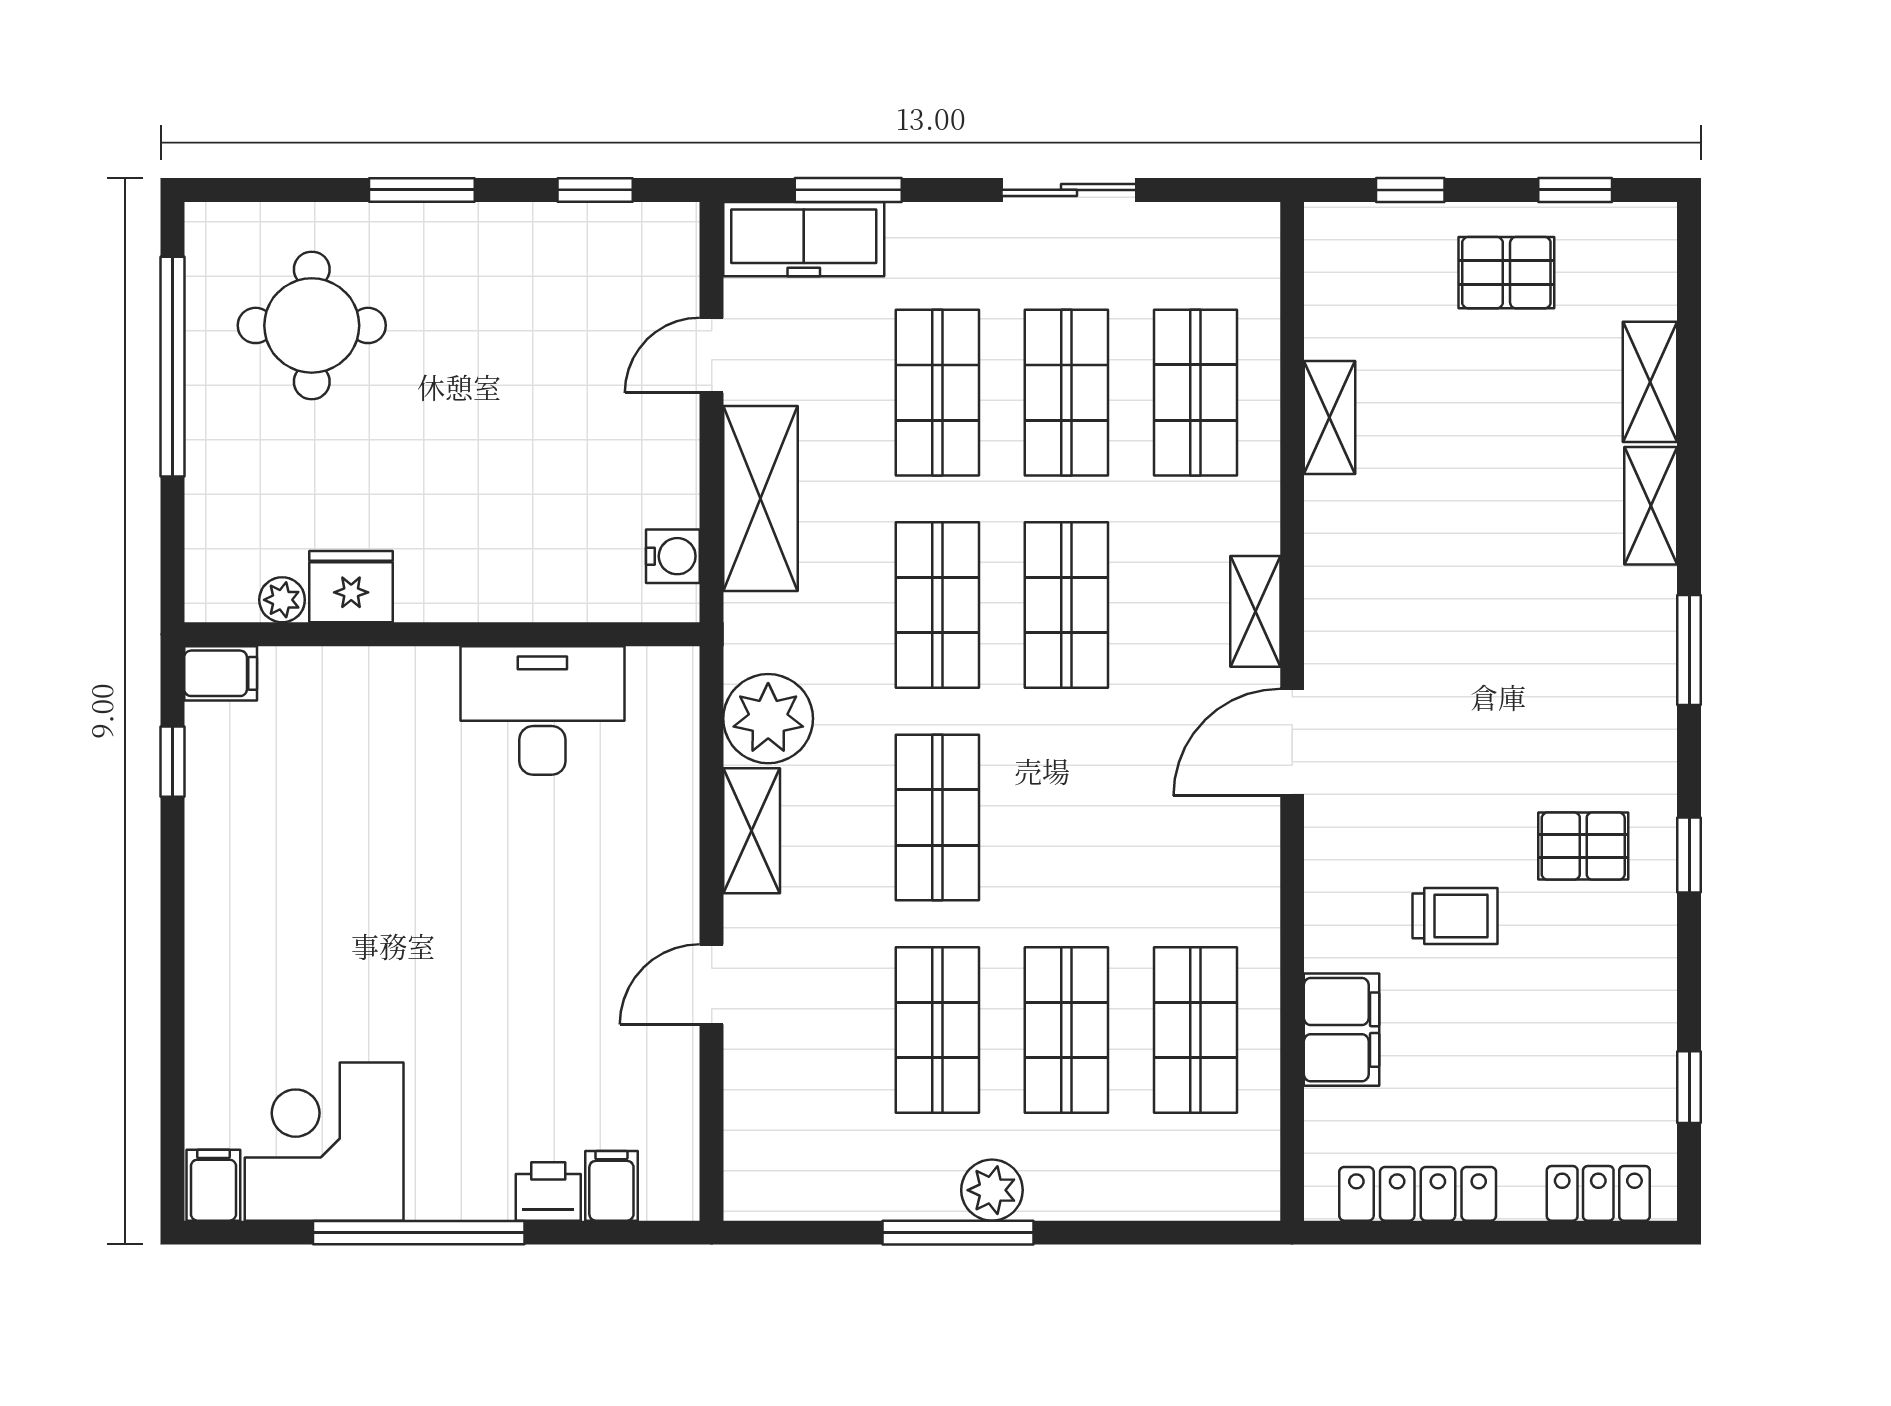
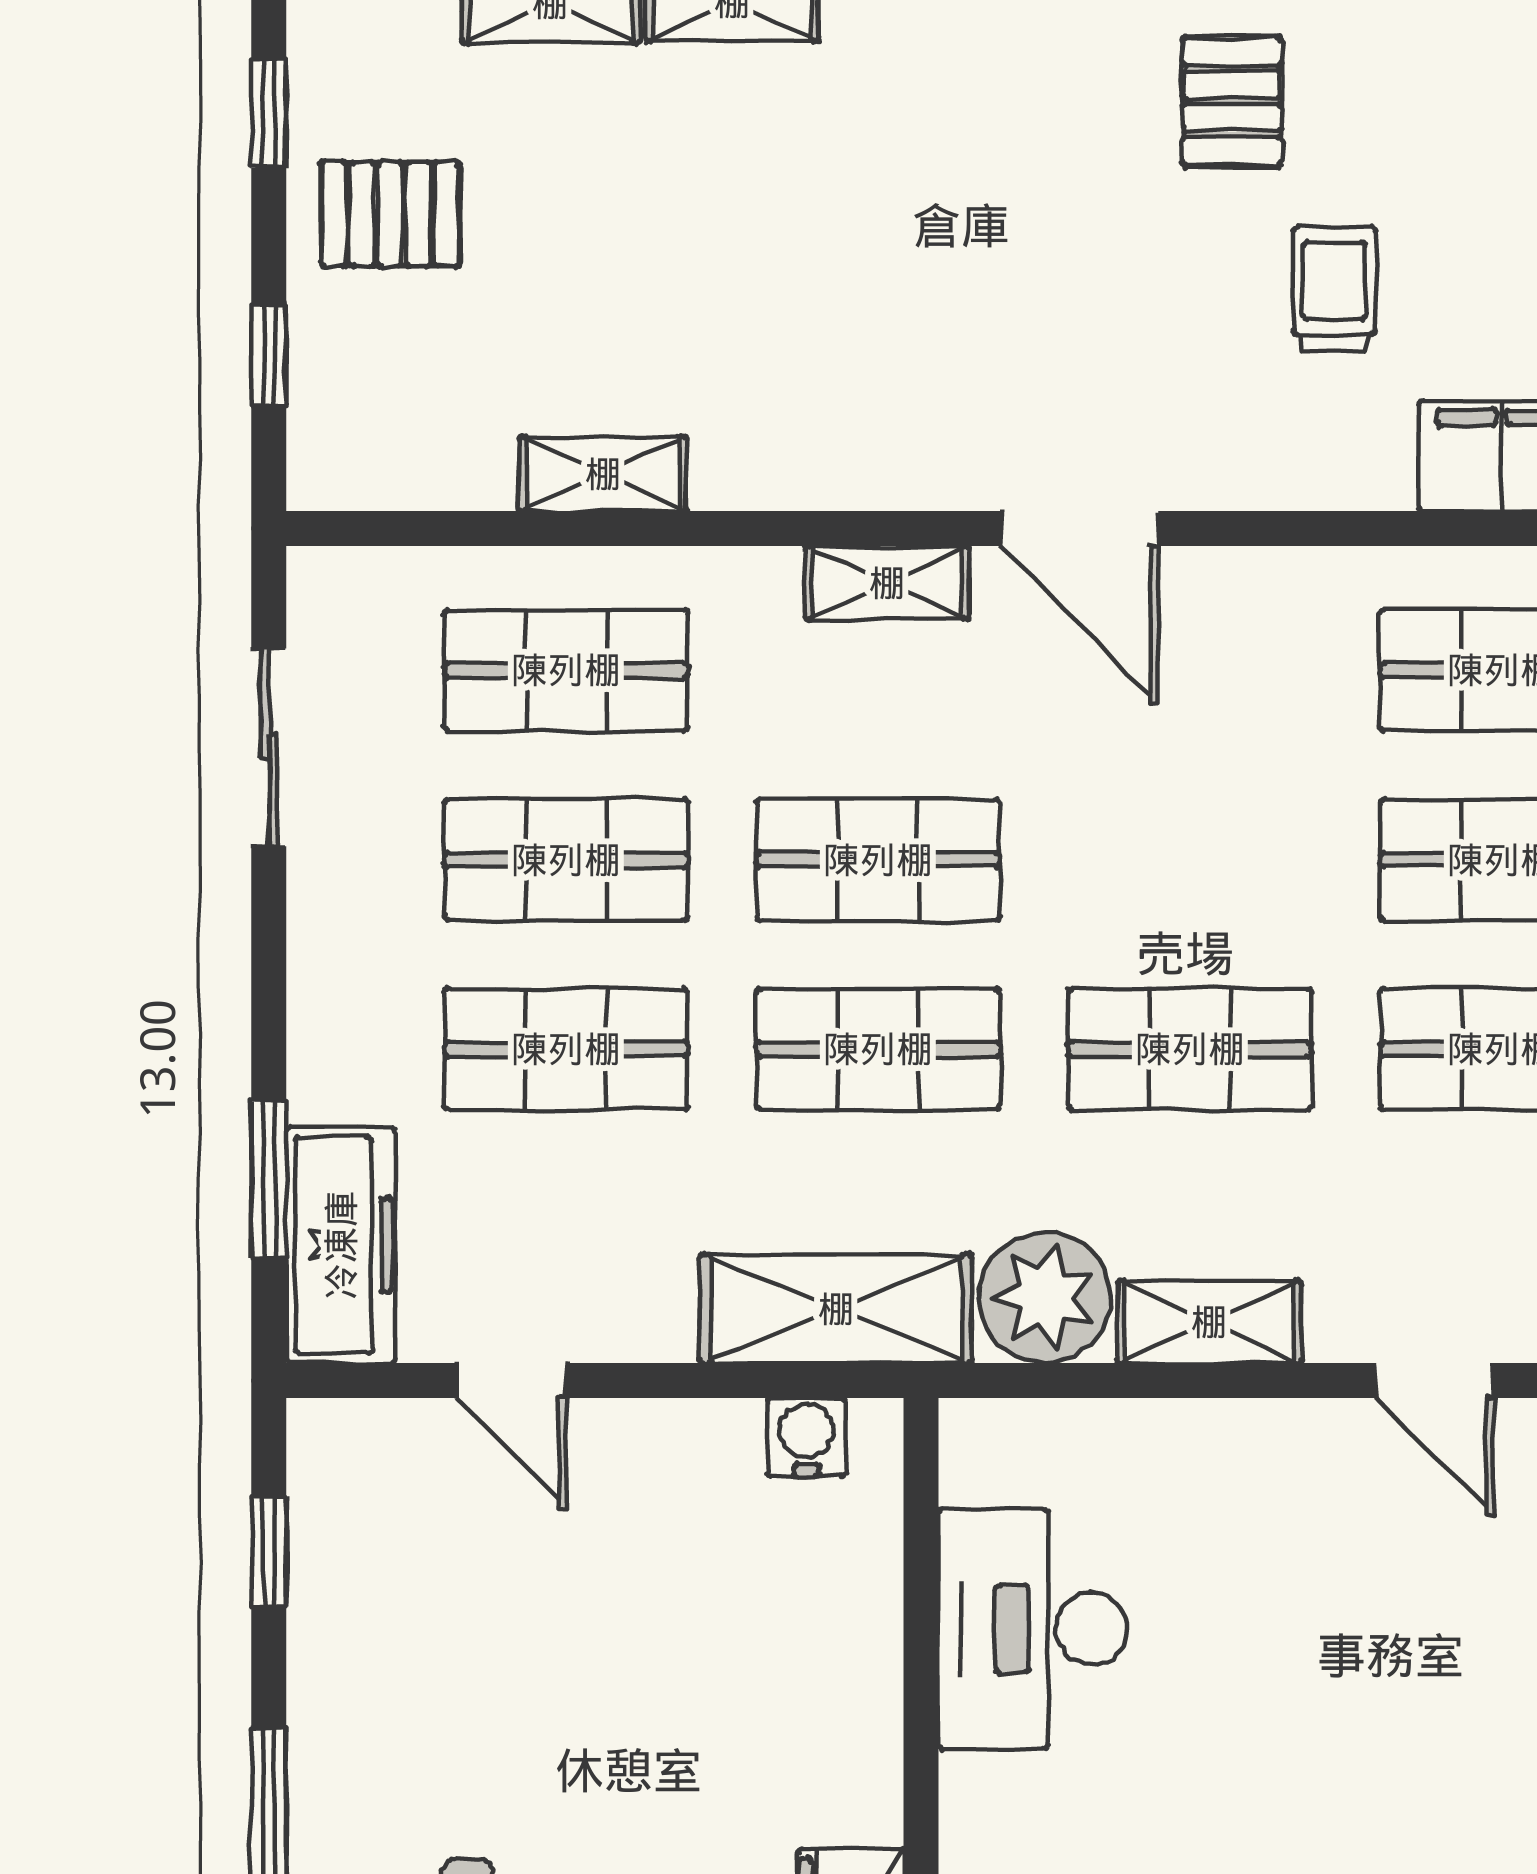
sliding door: (1069, 190) -> (269, 747), moved
pallet: (1506, 273) -> (390, 214), turned 90
shelving: (760, 498) -> (836, 1309), moved

